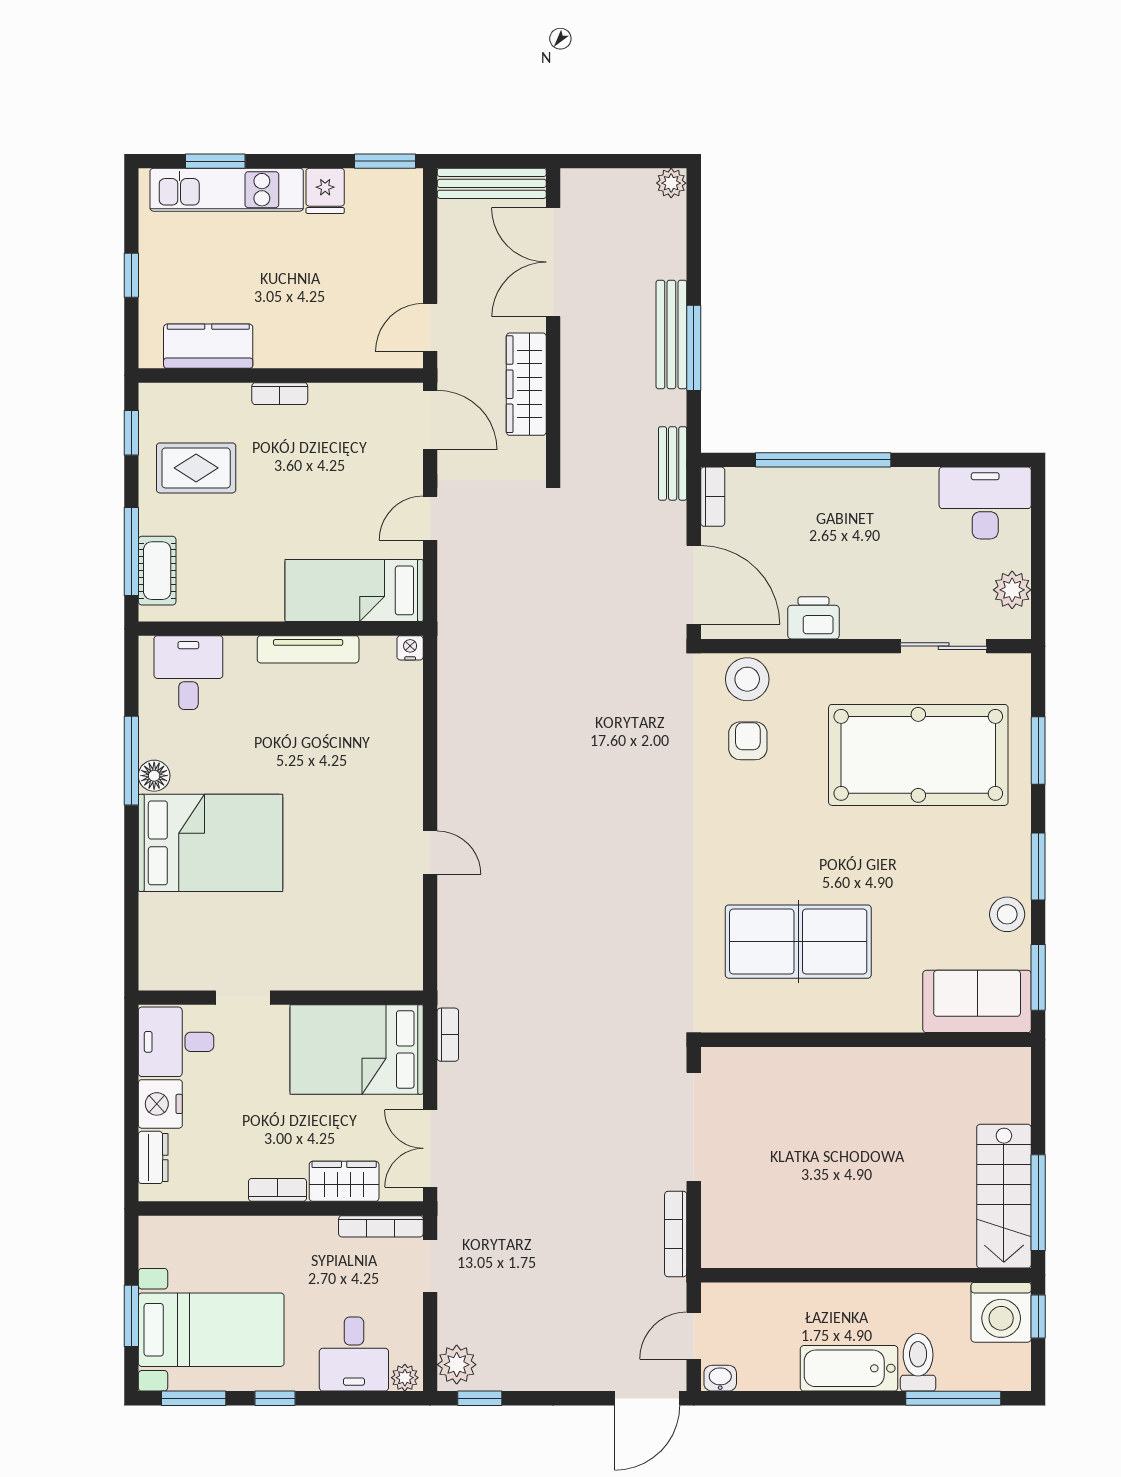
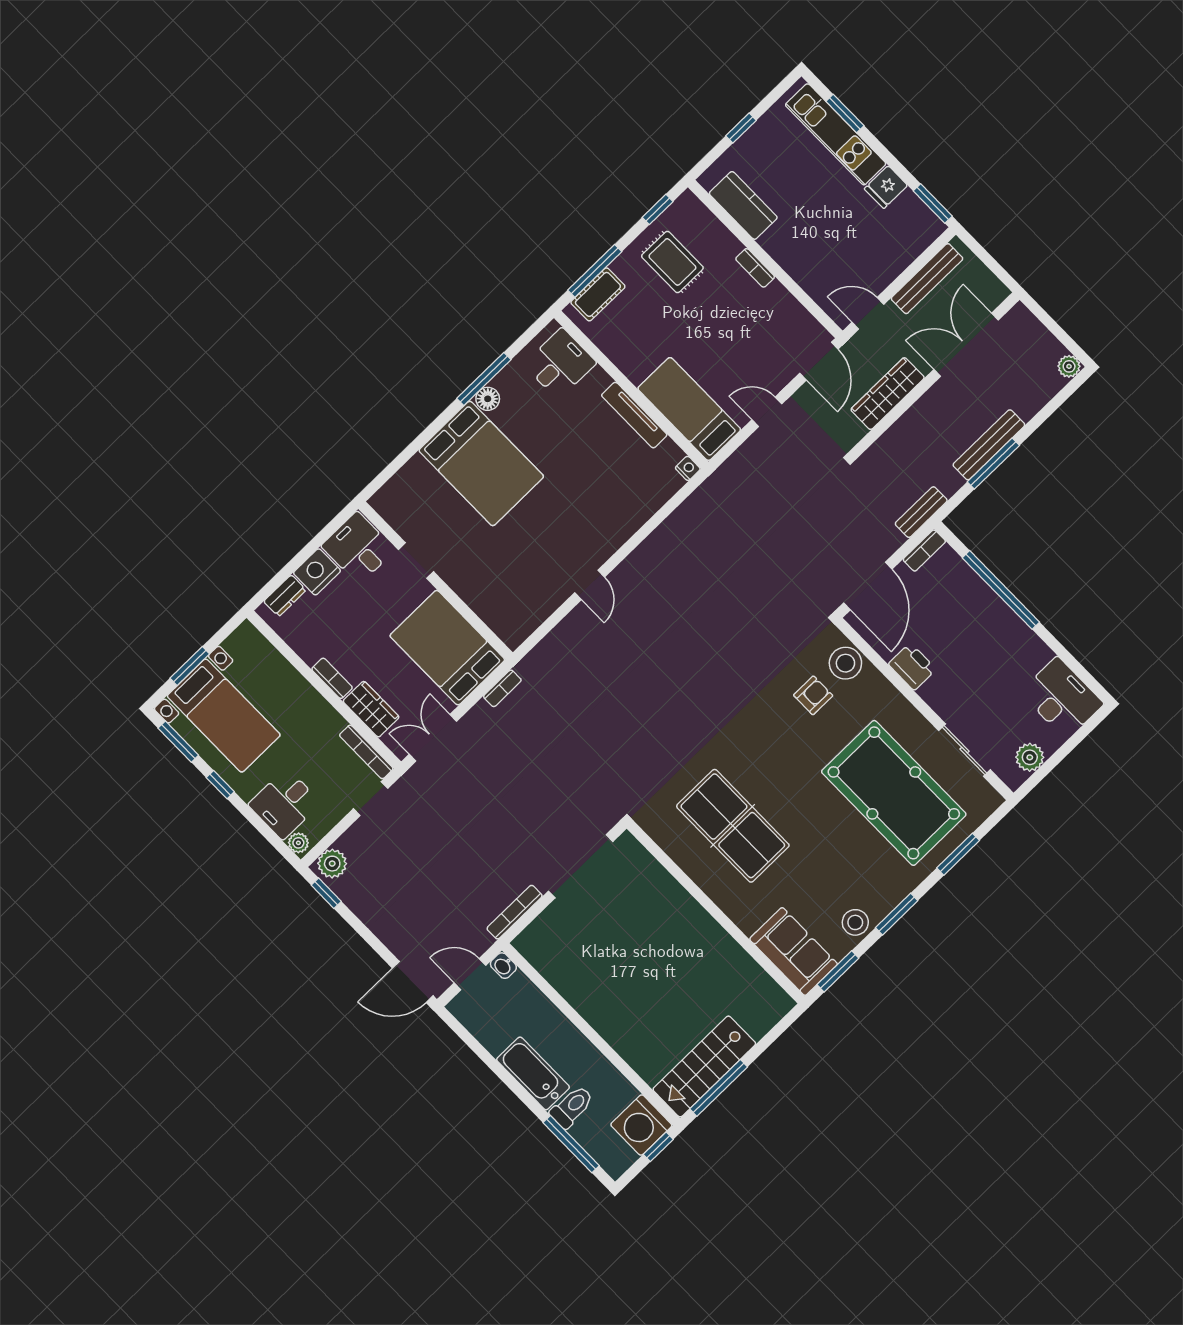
bench: (492, 183) -> (927, 279), moved, turned 90
washbasin: (720, 1378) -> (503, 966), moved, turned 180

